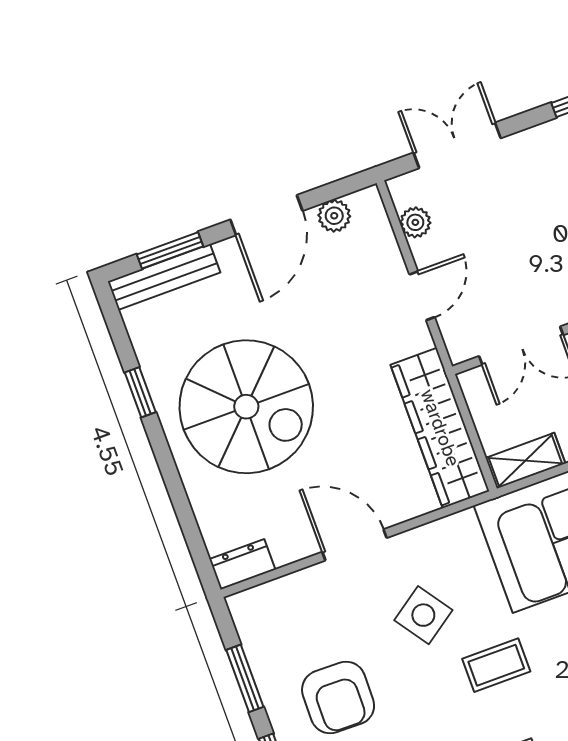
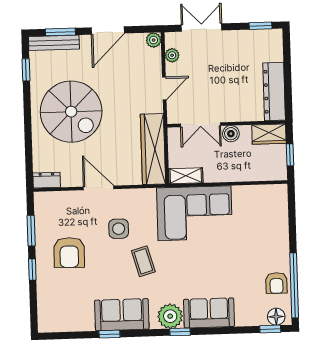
plant: (334, 216) -> (154, 40), moved
window: (140, 392) -> (26, 70), moved
side table: (423, 615) -> (119, 229), turned 35
coffee table: (496, 665) -> (143, 261), turned 74

